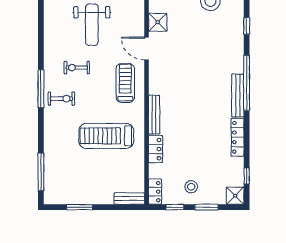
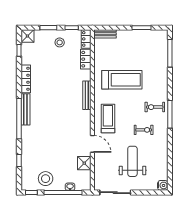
treadmill: (125, 83) -> (108, 119), turned 180
locker: (156, 149) -> (86, 59), moved

